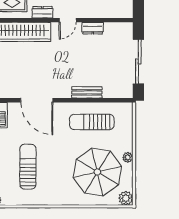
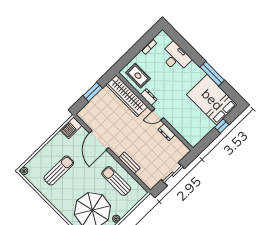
sliding door: (138, 62) -> (173, 174), width x0.73

